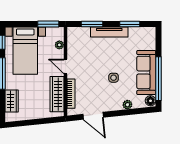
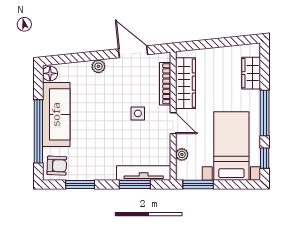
tv unit: (109, 32) -> (144, 173), moved
armchair: (146, 37) -> (57, 166), added
side table: (114, 78) -> (138, 113), moved
window: (159, 79) -> (38, 131), moved
plant: (127, 105) -> (98, 66), moved

